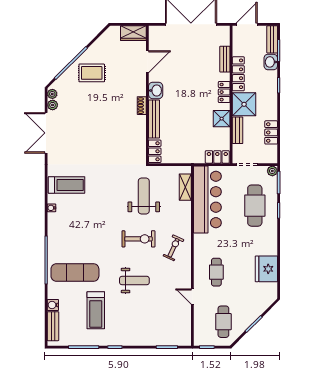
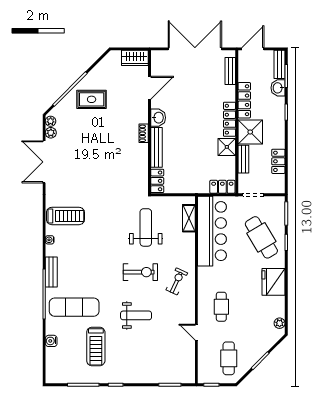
bench: (225, 59) -> (230, 71), moved
locker: (224, 92) -> (230, 119), width x1.53
plant: (272, 171) -> (280, 323), moved
cafe table: (255, 206) -> (261, 237), turned -31
fridge: (266, 269) -> (273, 282), moved
bench: (53, 326) -> (51, 272), moved

